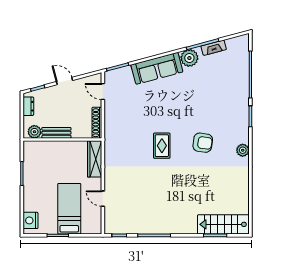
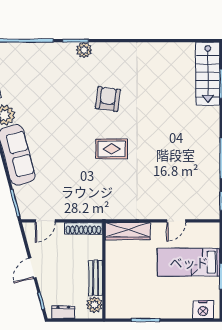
plant: (243, 150) -> (84, 50), moved

